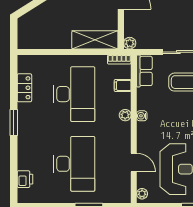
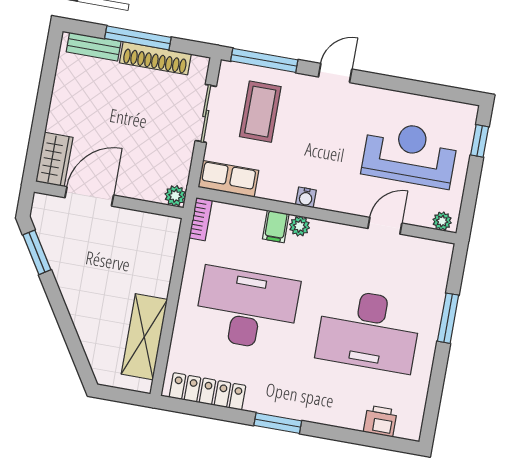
shelving: (95, 40) -> (144, 337), moved
filing cabinet: (123, 86) -> (276, 226), moved
locker: (24, 88) -> (207, 391), width x1.53
desk: (74, 164) -> (369, 330), turned 180

